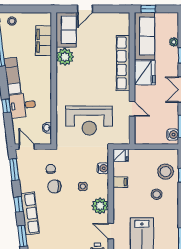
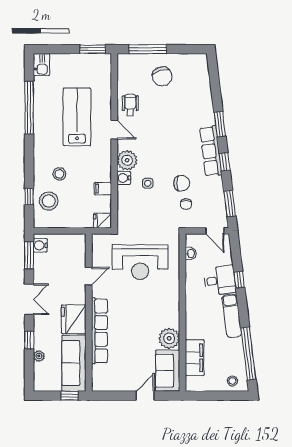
door: (132, 109) -> (89, 276), swing flipped
reception desk: (89, 120) -> (140, 262), turned 180
water cooler: (103, 168) -> (124, 178), moved

